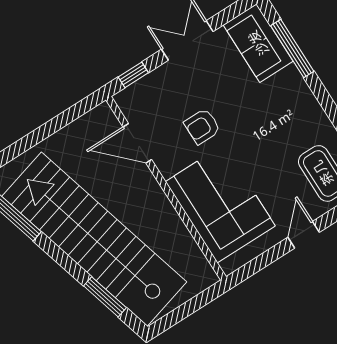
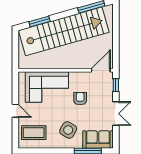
side table: (276, 111) -> (68, 130), added
door: (137, 143) -> (101, 70), moved

